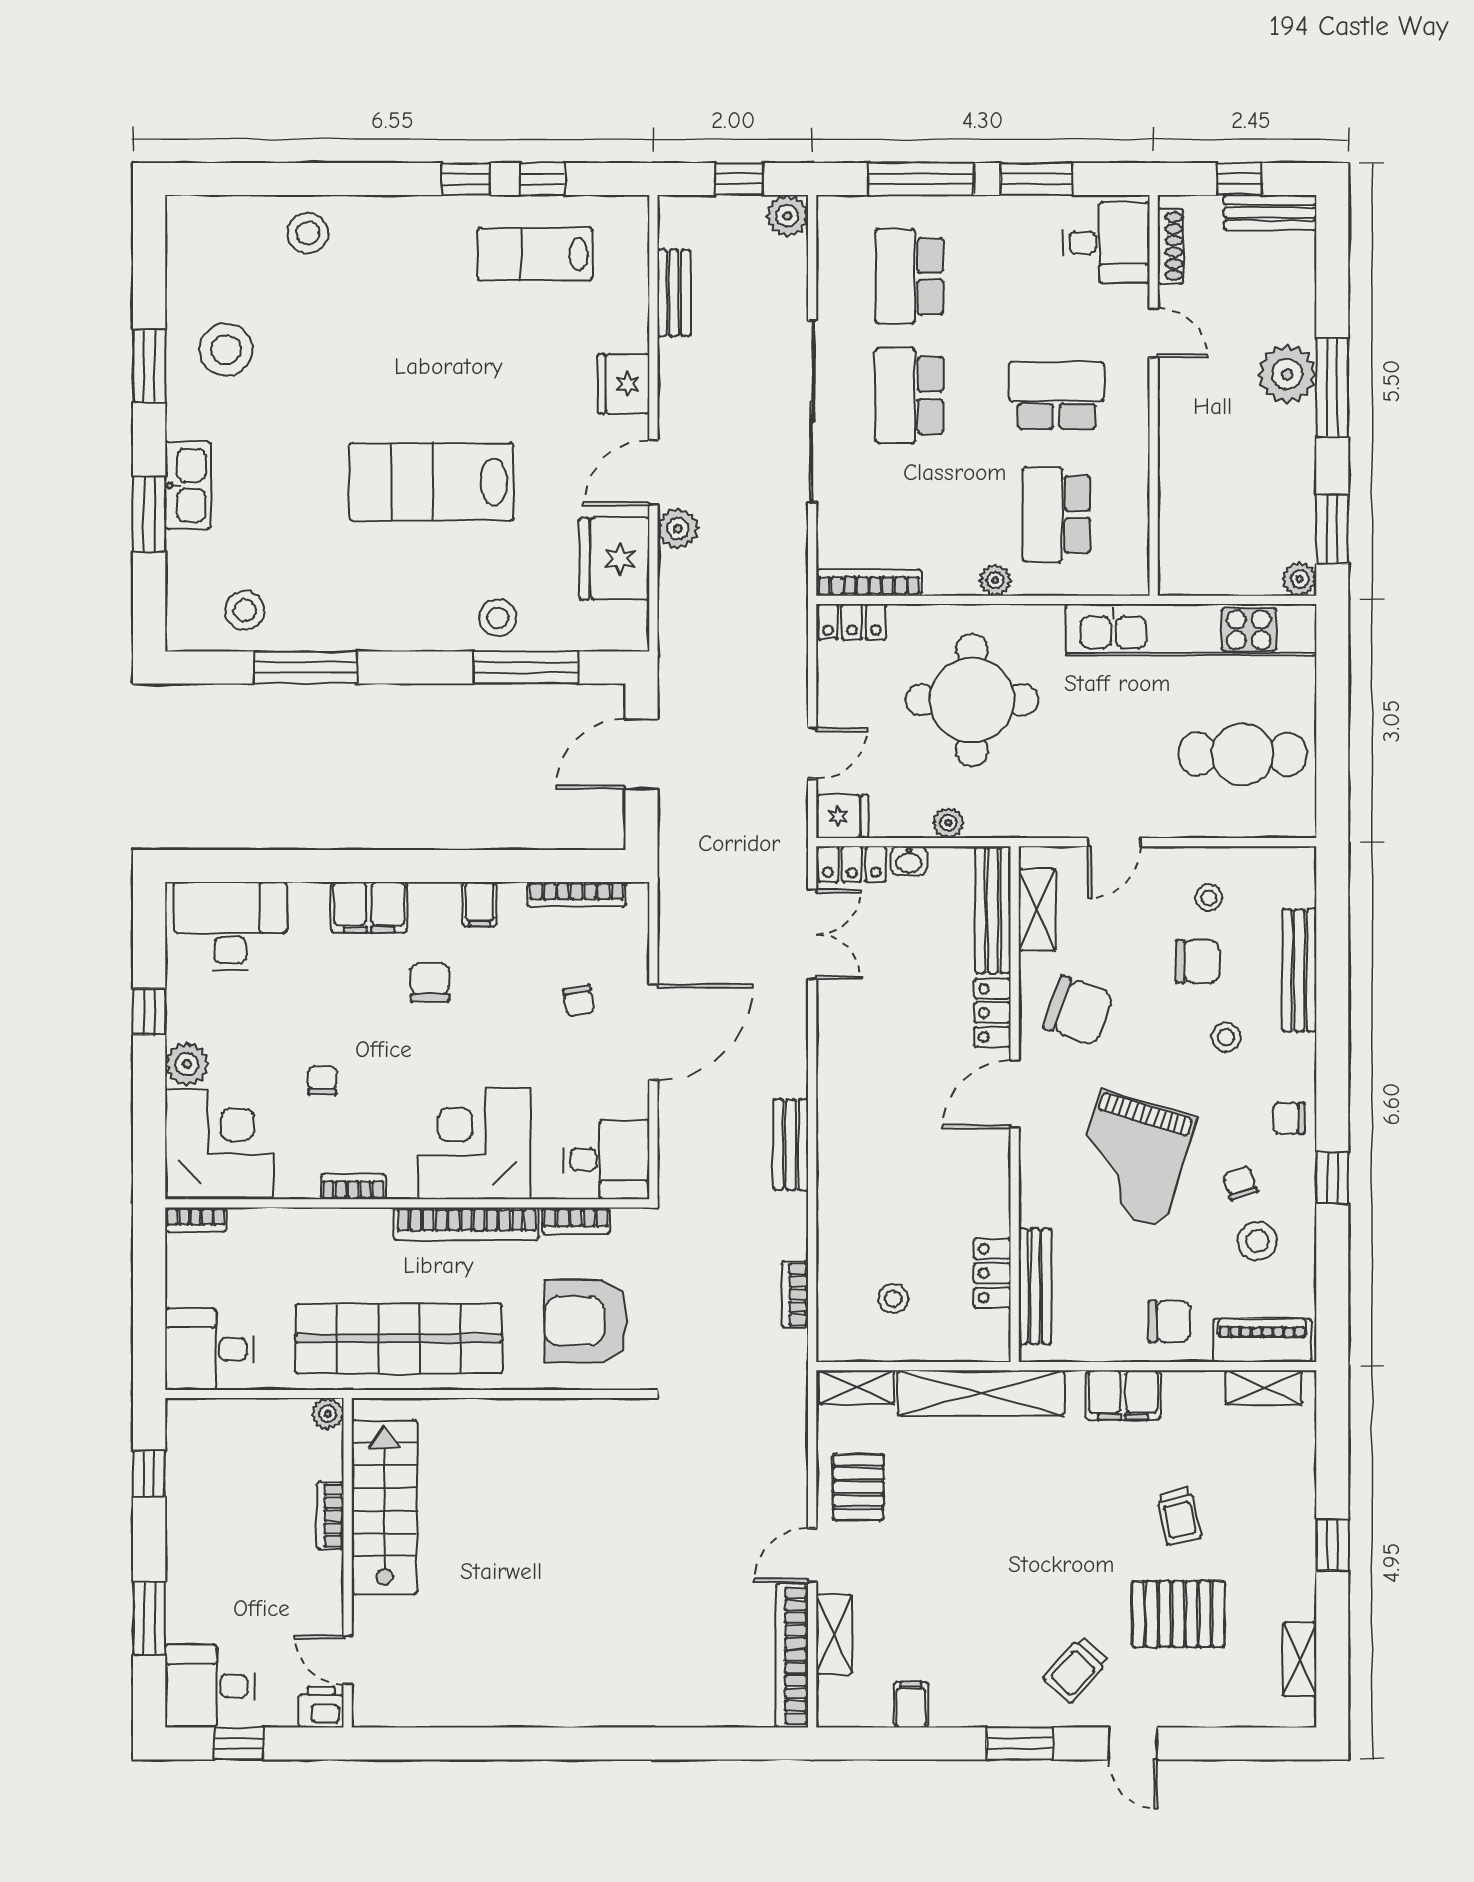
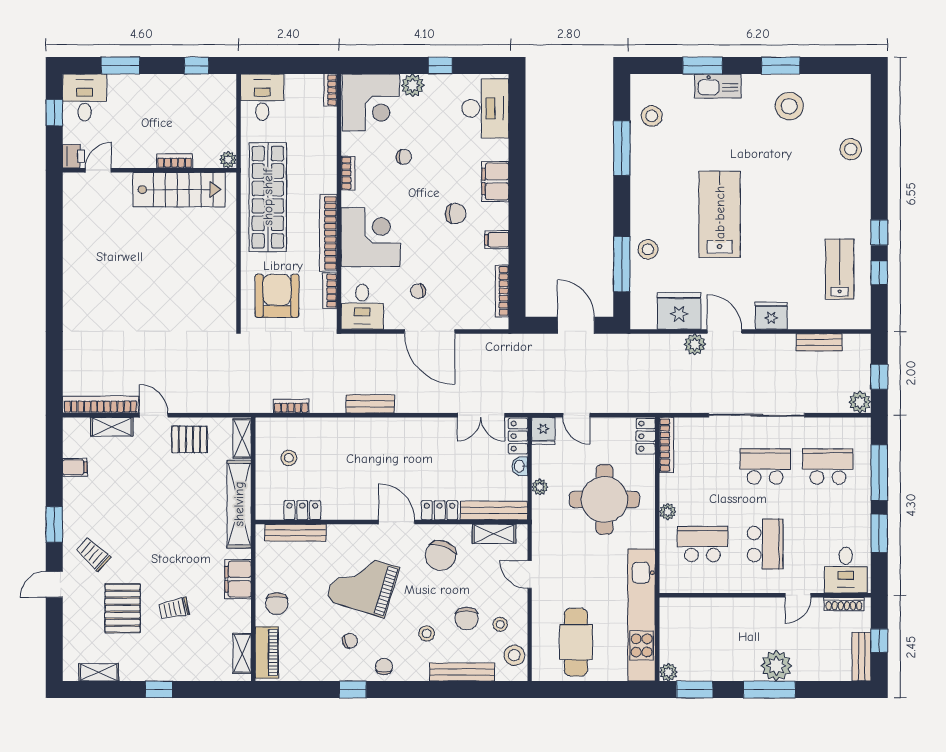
chair: (579, 1001) -> (418, 291), moved
stool: (1257, 1241) -> (514, 655), moved

